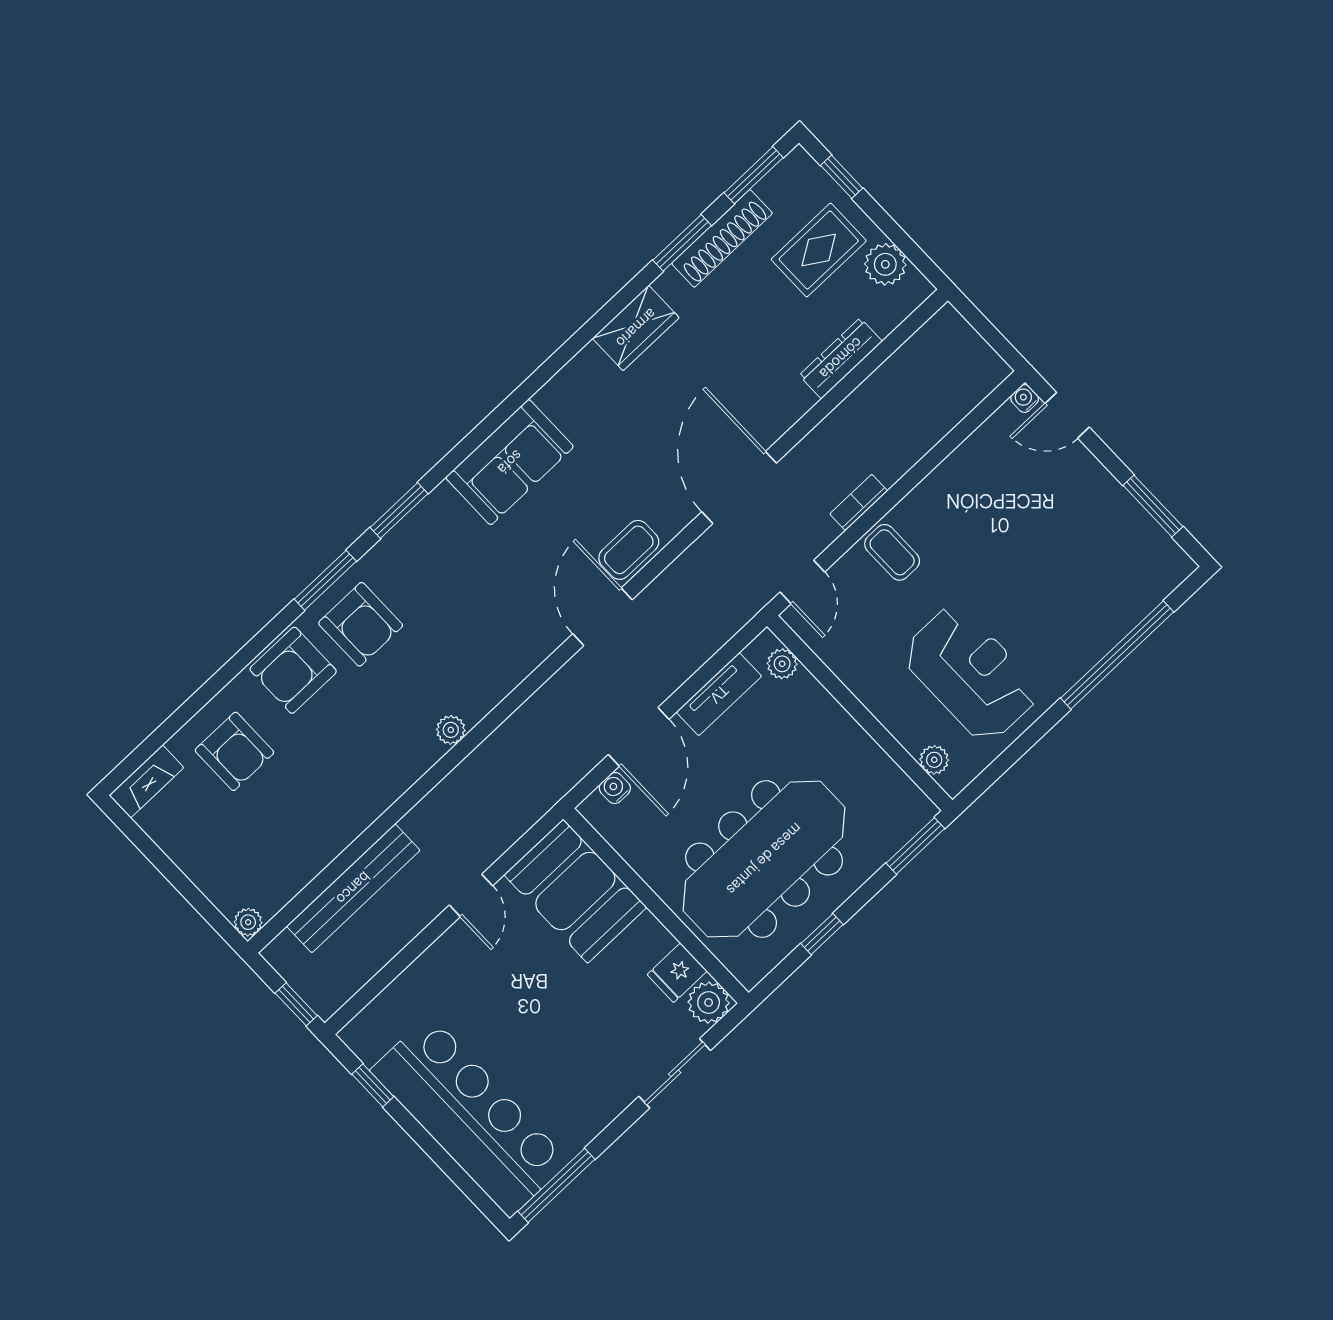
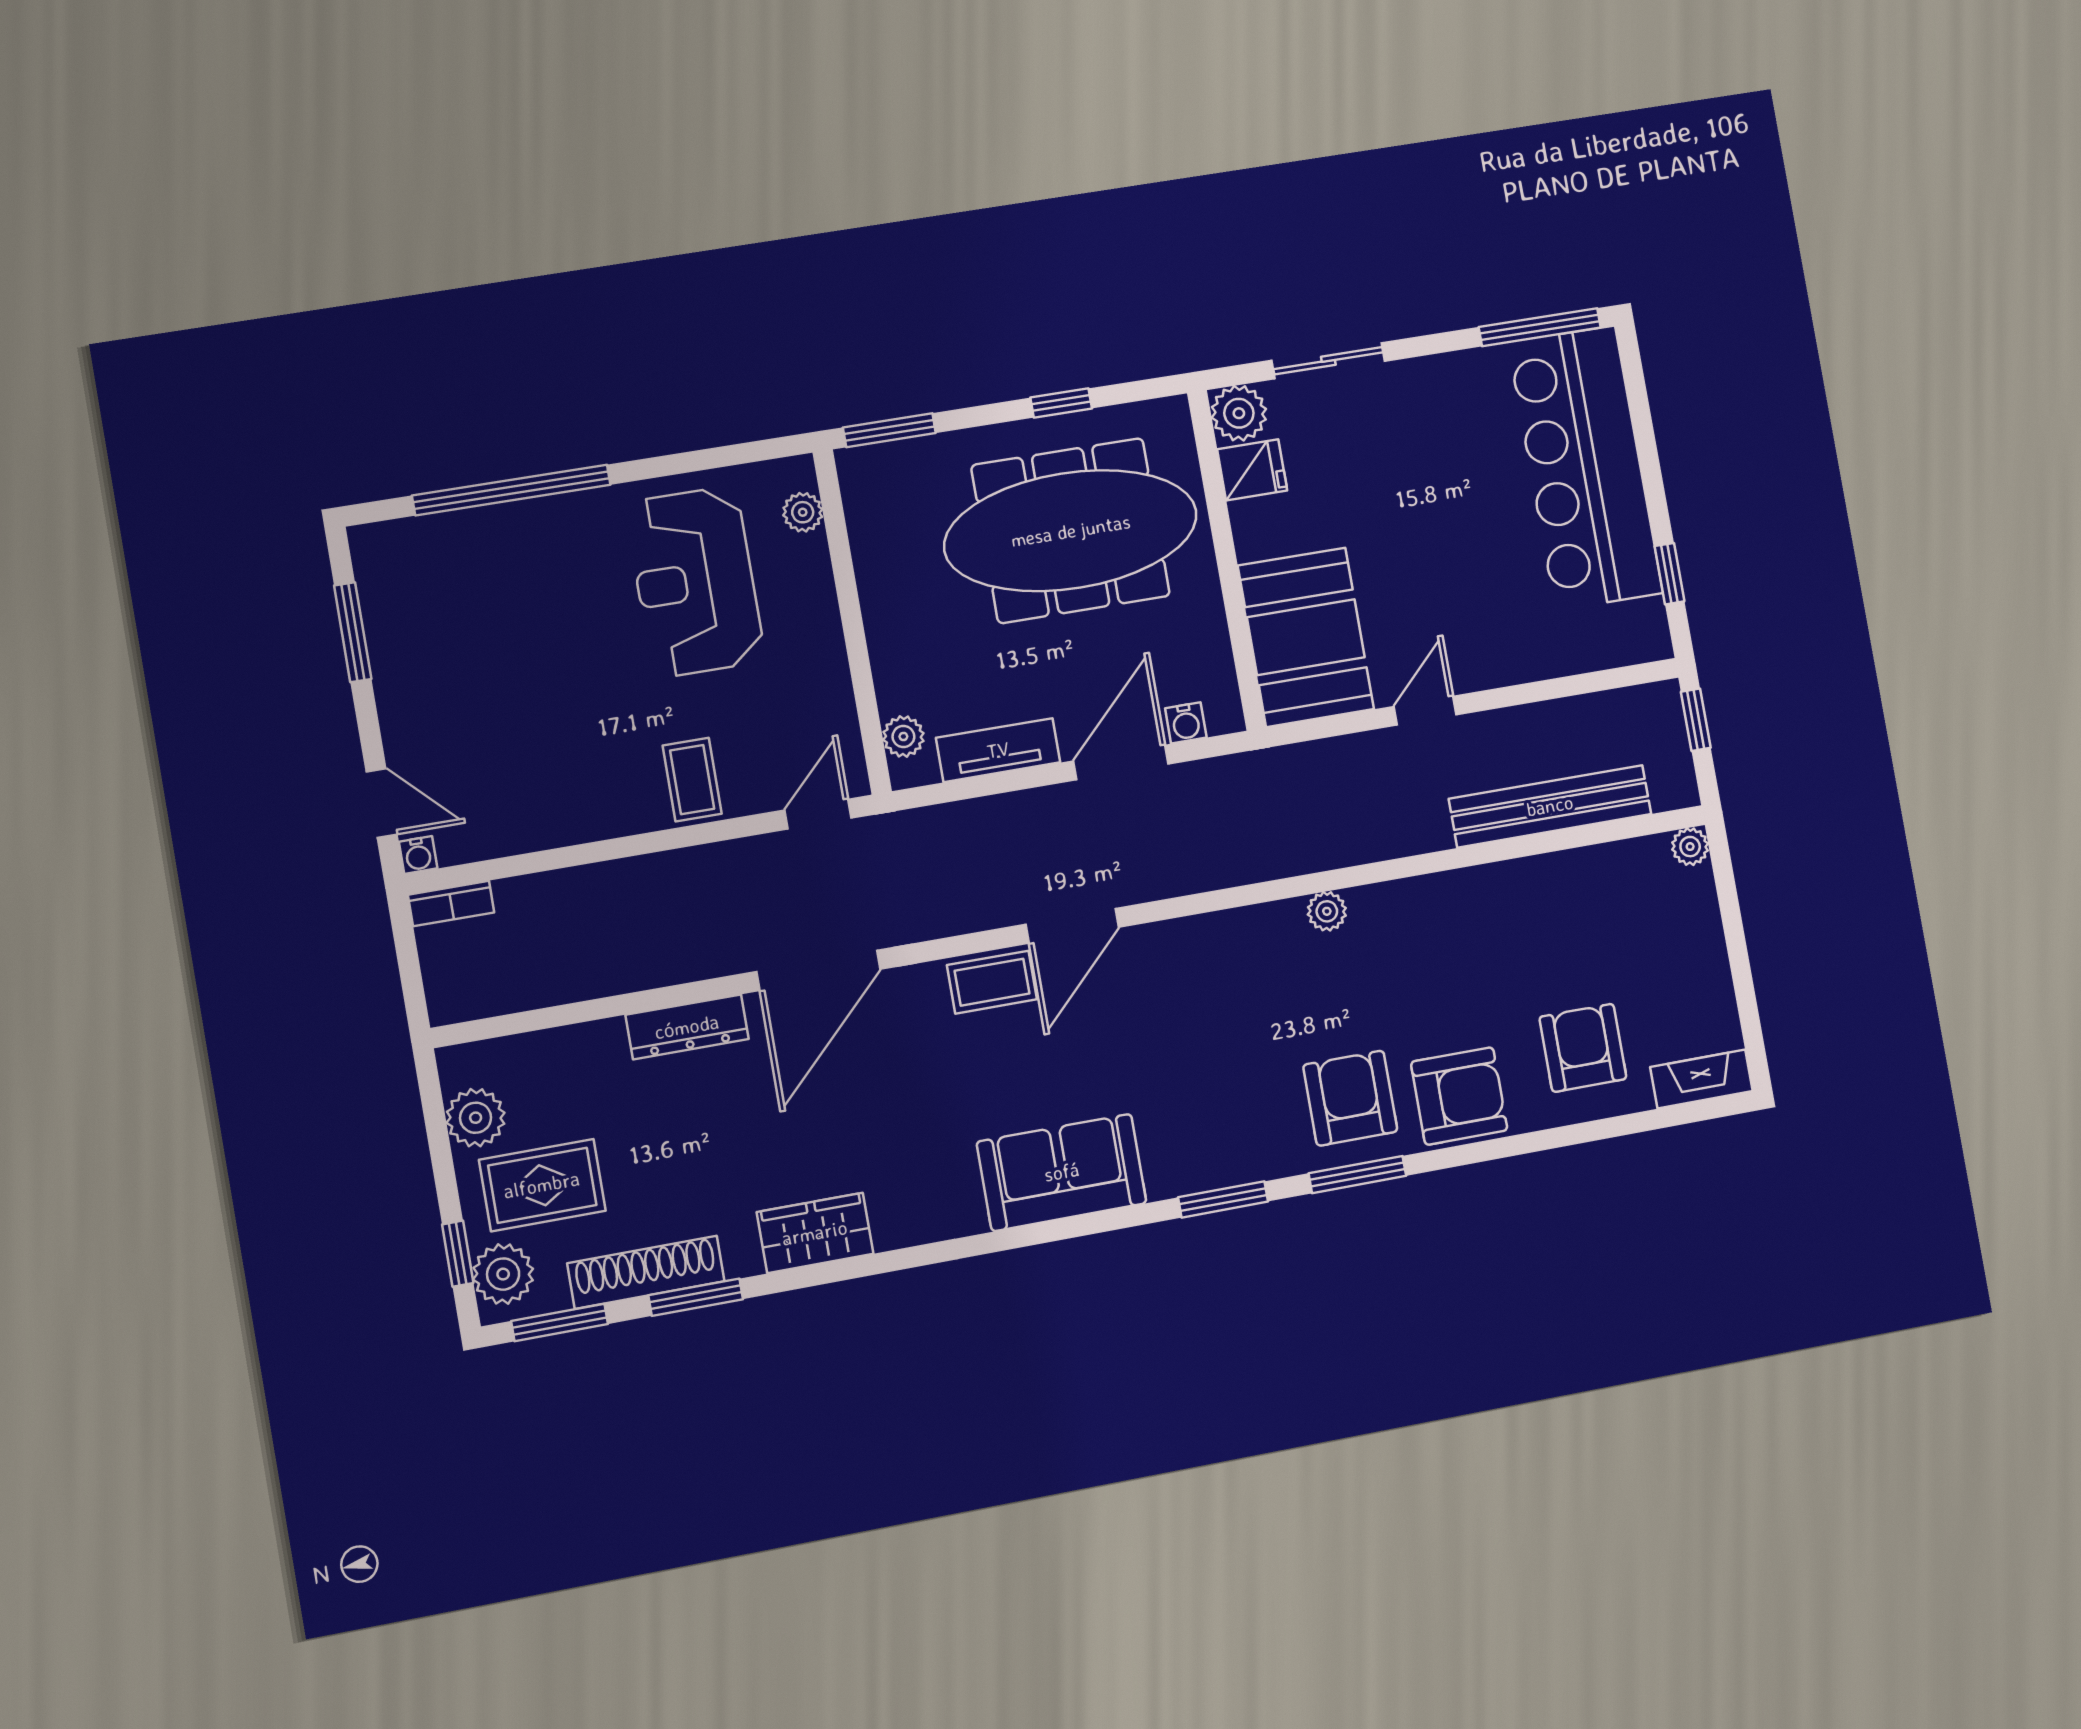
plant: (807, 182) -> (503, 1274), added
dresser: (841, 358) -> (687, 1027), moved
bookcase: (859, 502) -> (451, 904), moved

